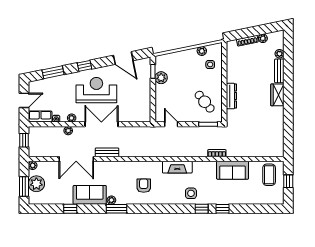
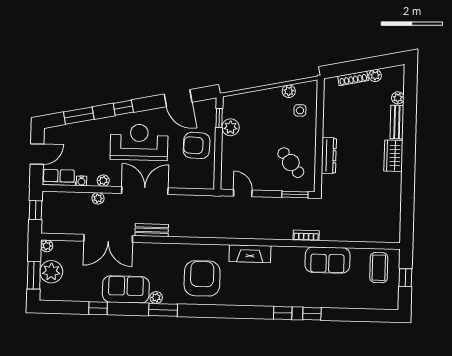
armchair: (137, 91) -> (197, 145), added
armchair: (144, 186) -> (202, 278), width x1.88, depth x1.88
side table: (191, 193) -> (268, 291), removed

